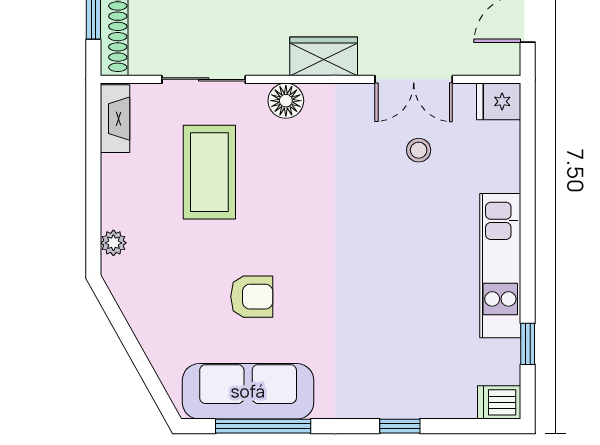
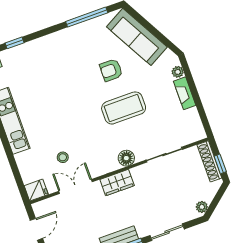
fireplace: (115, 119) -> (185, 93), moved
coffee table: (209, 172) -> (124, 108), moved, turned 90
sofa: (248, 391) -> (137, 37), moved, turned 61
window: (400, 426) -> (15, 43), moved

